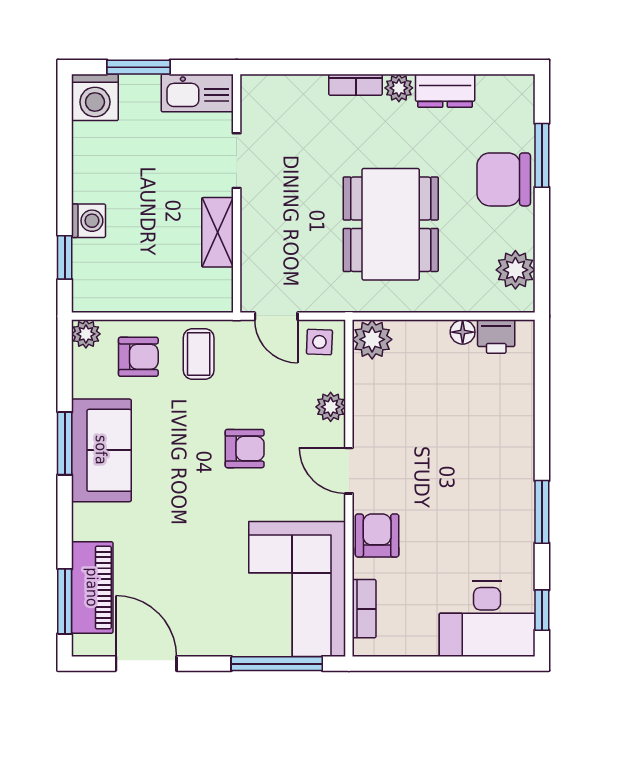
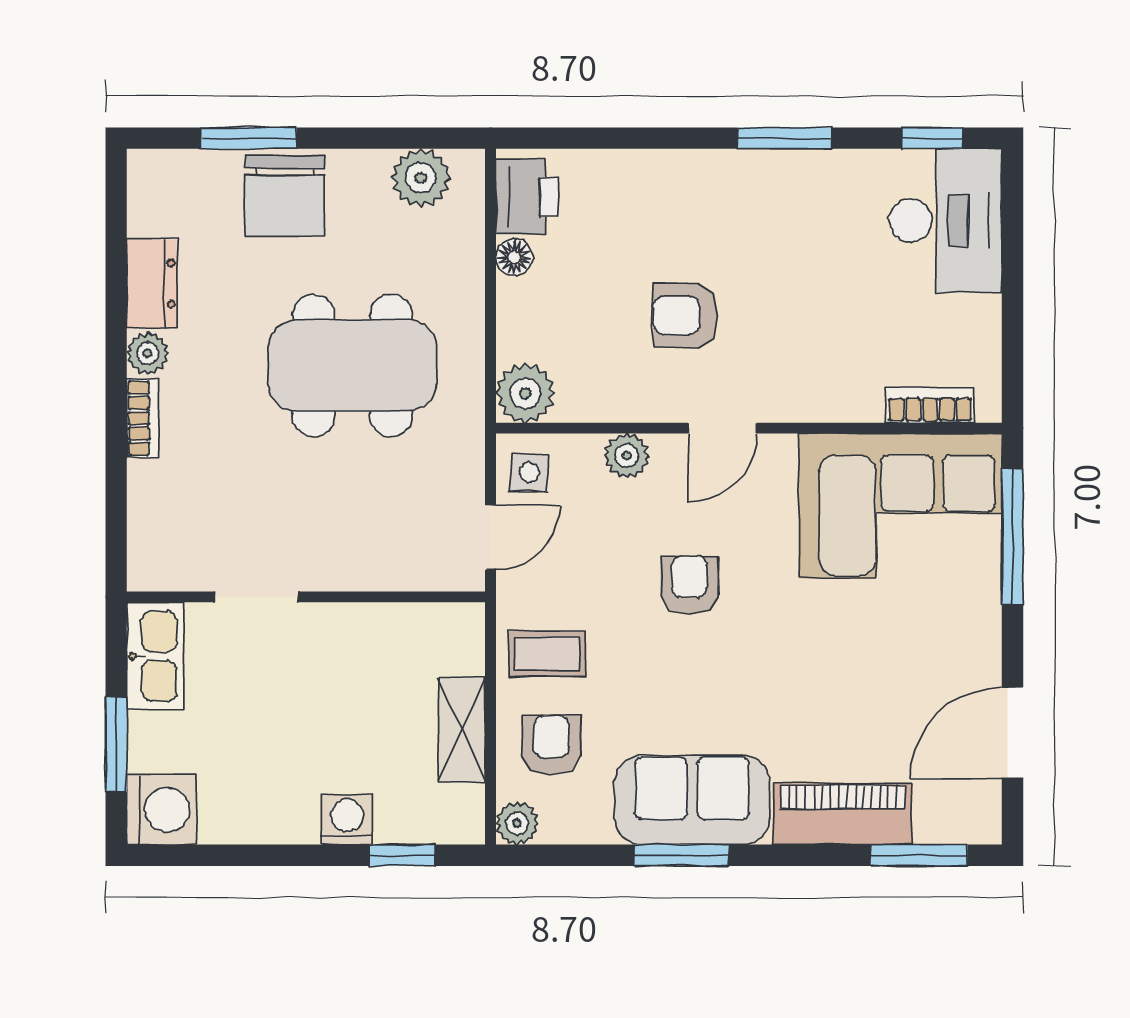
shelving: (217, 232) -> (462, 730), moved, turned 90
printer: (496, 337) -> (527, 197), width x1.36, depth x1.24
armchair: (377, 535) -> (686, 316), moved
piano: (92, 587) -> (843, 814), moved

